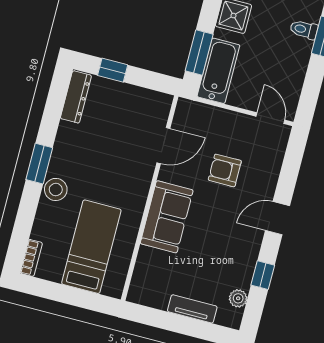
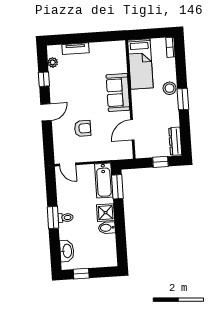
door: (163, 146) -> (132, 130), moved
wall: (150, 198) -> (130, 99), moved
sofa: (167, 217) -> (118, 92), moved

